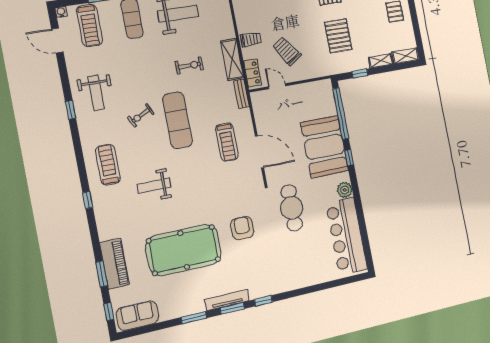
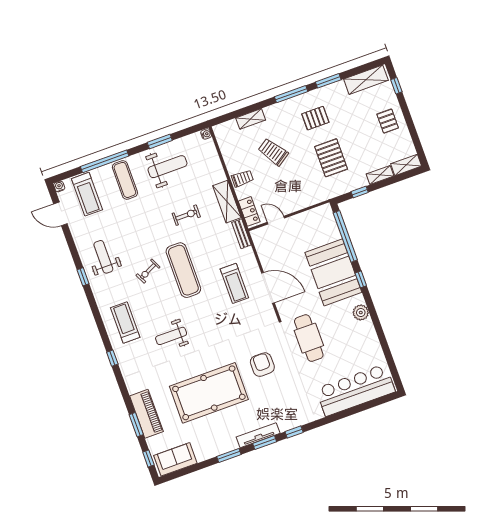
trolley: (287, 51) -> (273, 152), moved
weight bench: (96, 93) -> (103, 257), turned 180
bar counter: (347, 236) -> (356, 390), moved, turned 90

